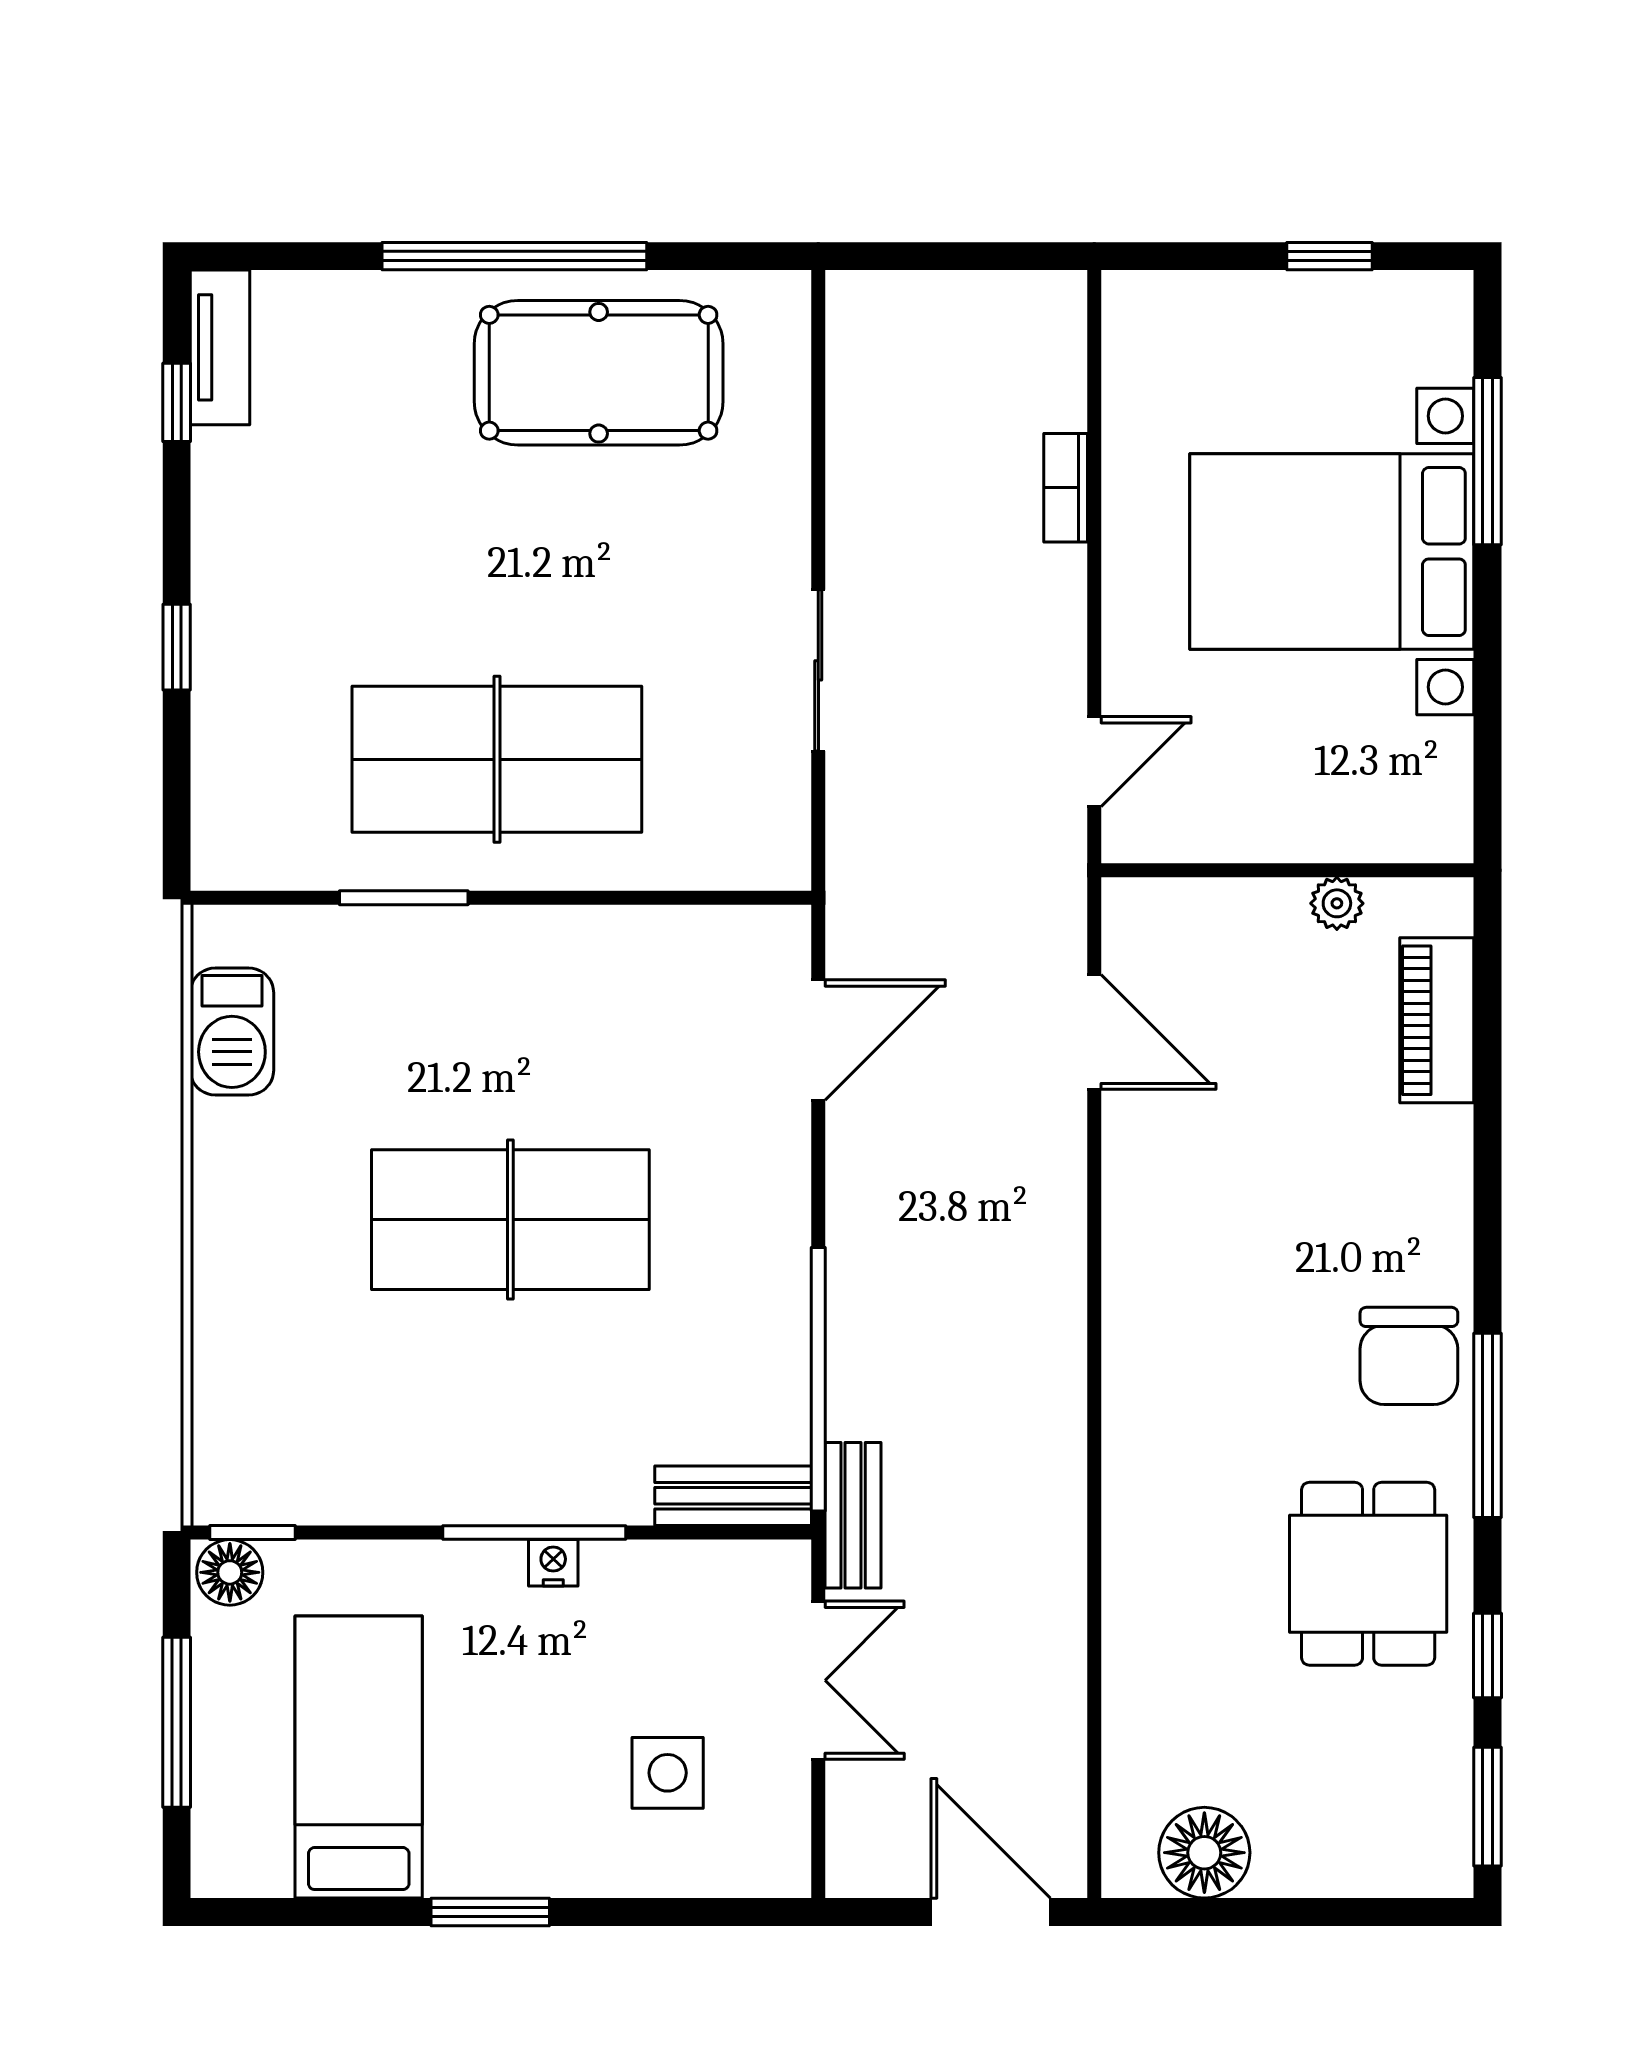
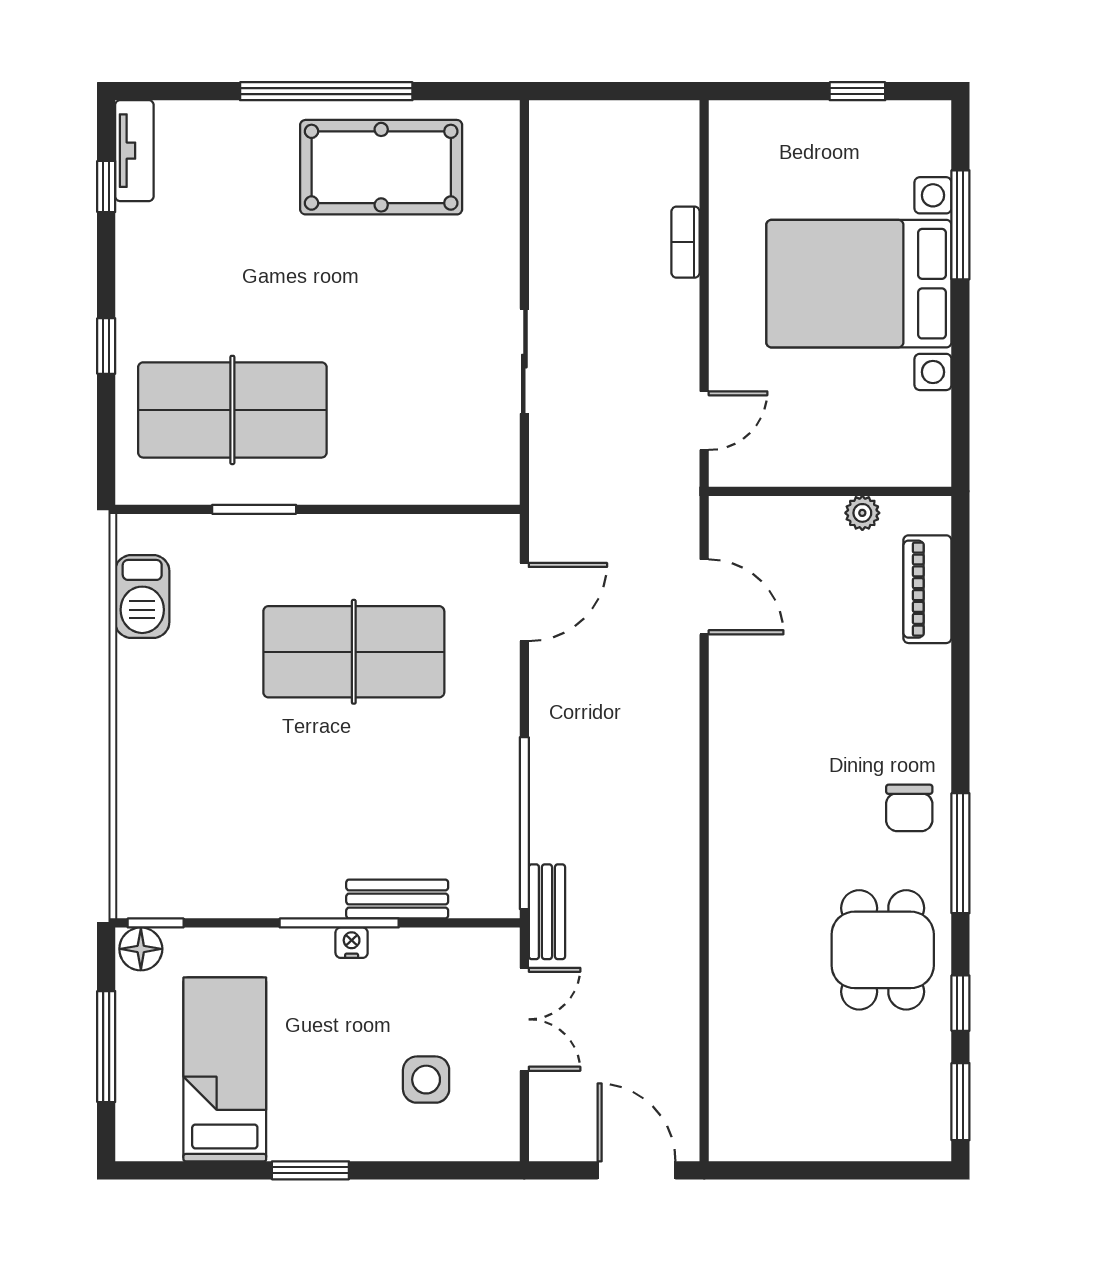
table tennis table: (497, 759) -> (232, 410), moved
table tennis table: (510, 1220) -> (354, 652), moved
chair: (1409, 1356) -> (909, 808), width x0.73, depth x0.73
bench: (733, 1496) -> (397, 899), moved
floor lamp: (1204, 1853) -> (776, 1132), removed

